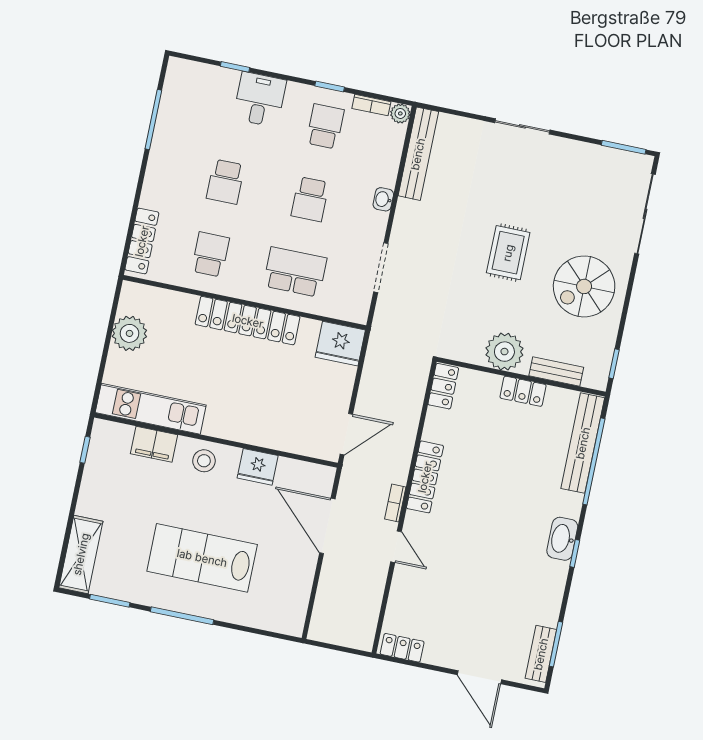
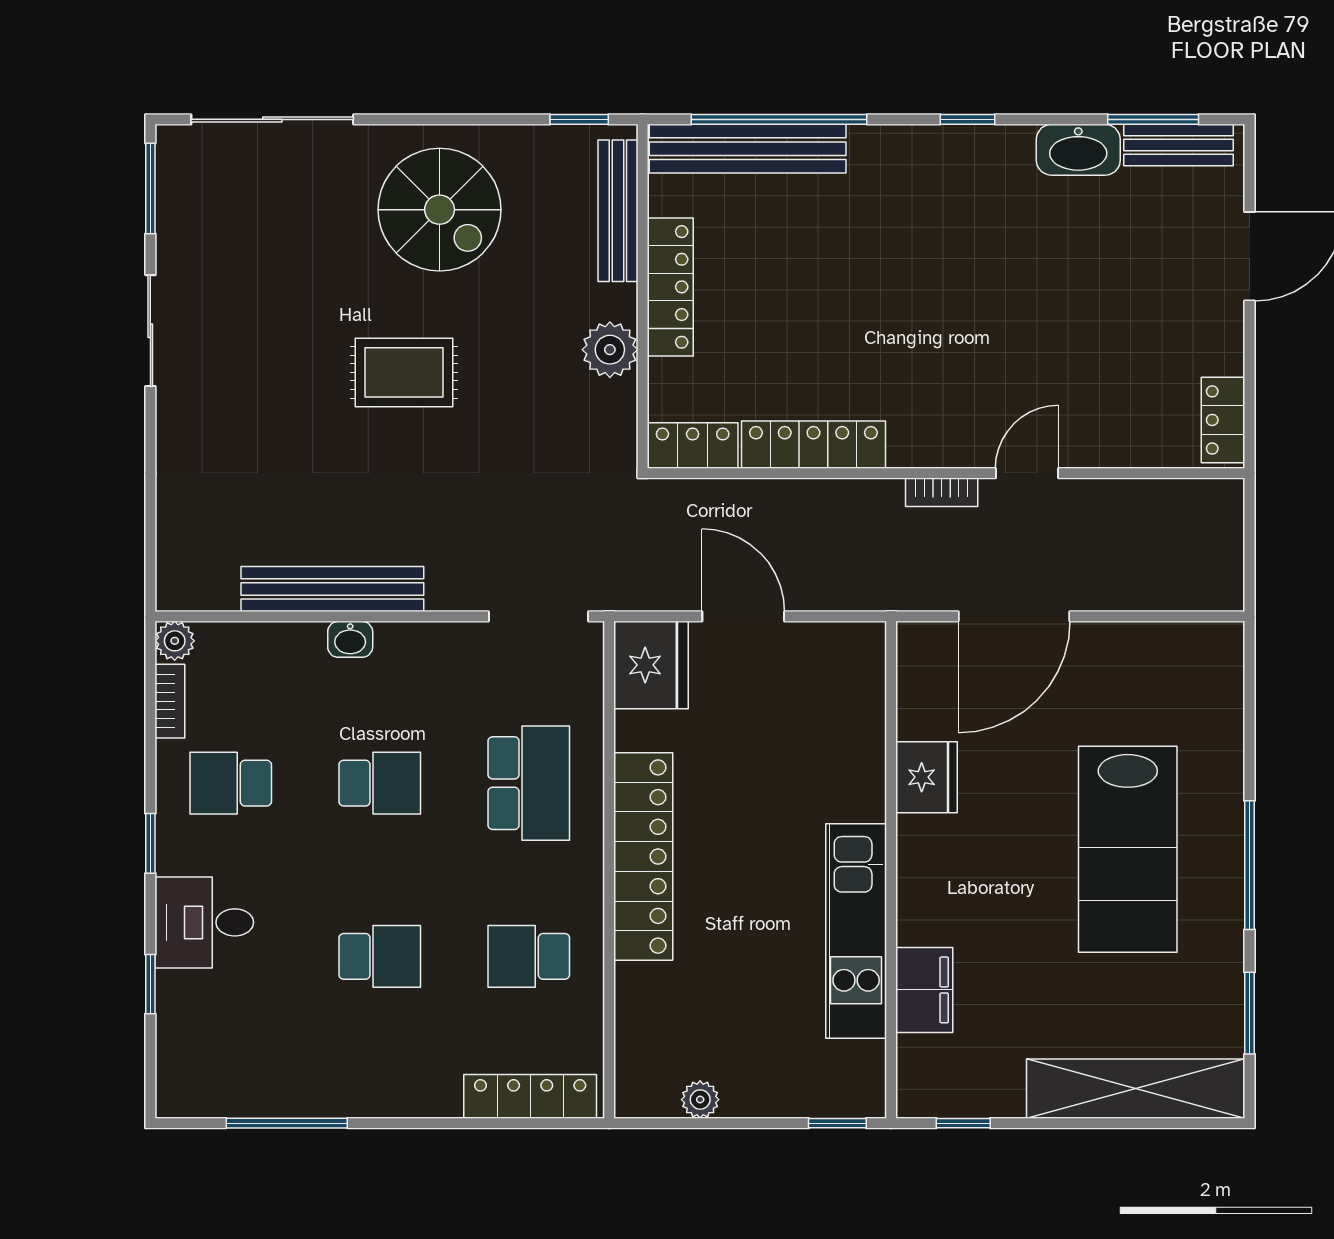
window: (330, 86) -> (150, 843), moved
sliding door: (522, 126) -> (150, 331), moved
bench: (418, 154) -> (332, 589), moved
doorway: (381, 268) -> (538, 616), moved
school desk: (295, 272) -> (529, 783), turned 180
plant: (129, 333) -> (700, 1100), width x0.53, depth x0.53
plant: (504, 352) -> (610, 350), width x0.73, depth x0.73
bench: (556, 372) -> (618, 211), width x1.36
window: (98, 388) -> (837, 1123), added
locker: (523, 391) -> (670, 287), width x1.53
kitchen unit: (151, 409) -> (856, 931), moved
door: (346, 434) -> (743, 616), moved
stool: (204, 461) -> (936, 885), removed
locker: (425, 477) -> (813, 445), moved
washbasin: (562, 539) -> (1078, 150), moved
shelving: (81, 554) -> (1136, 1089), width x1.47

